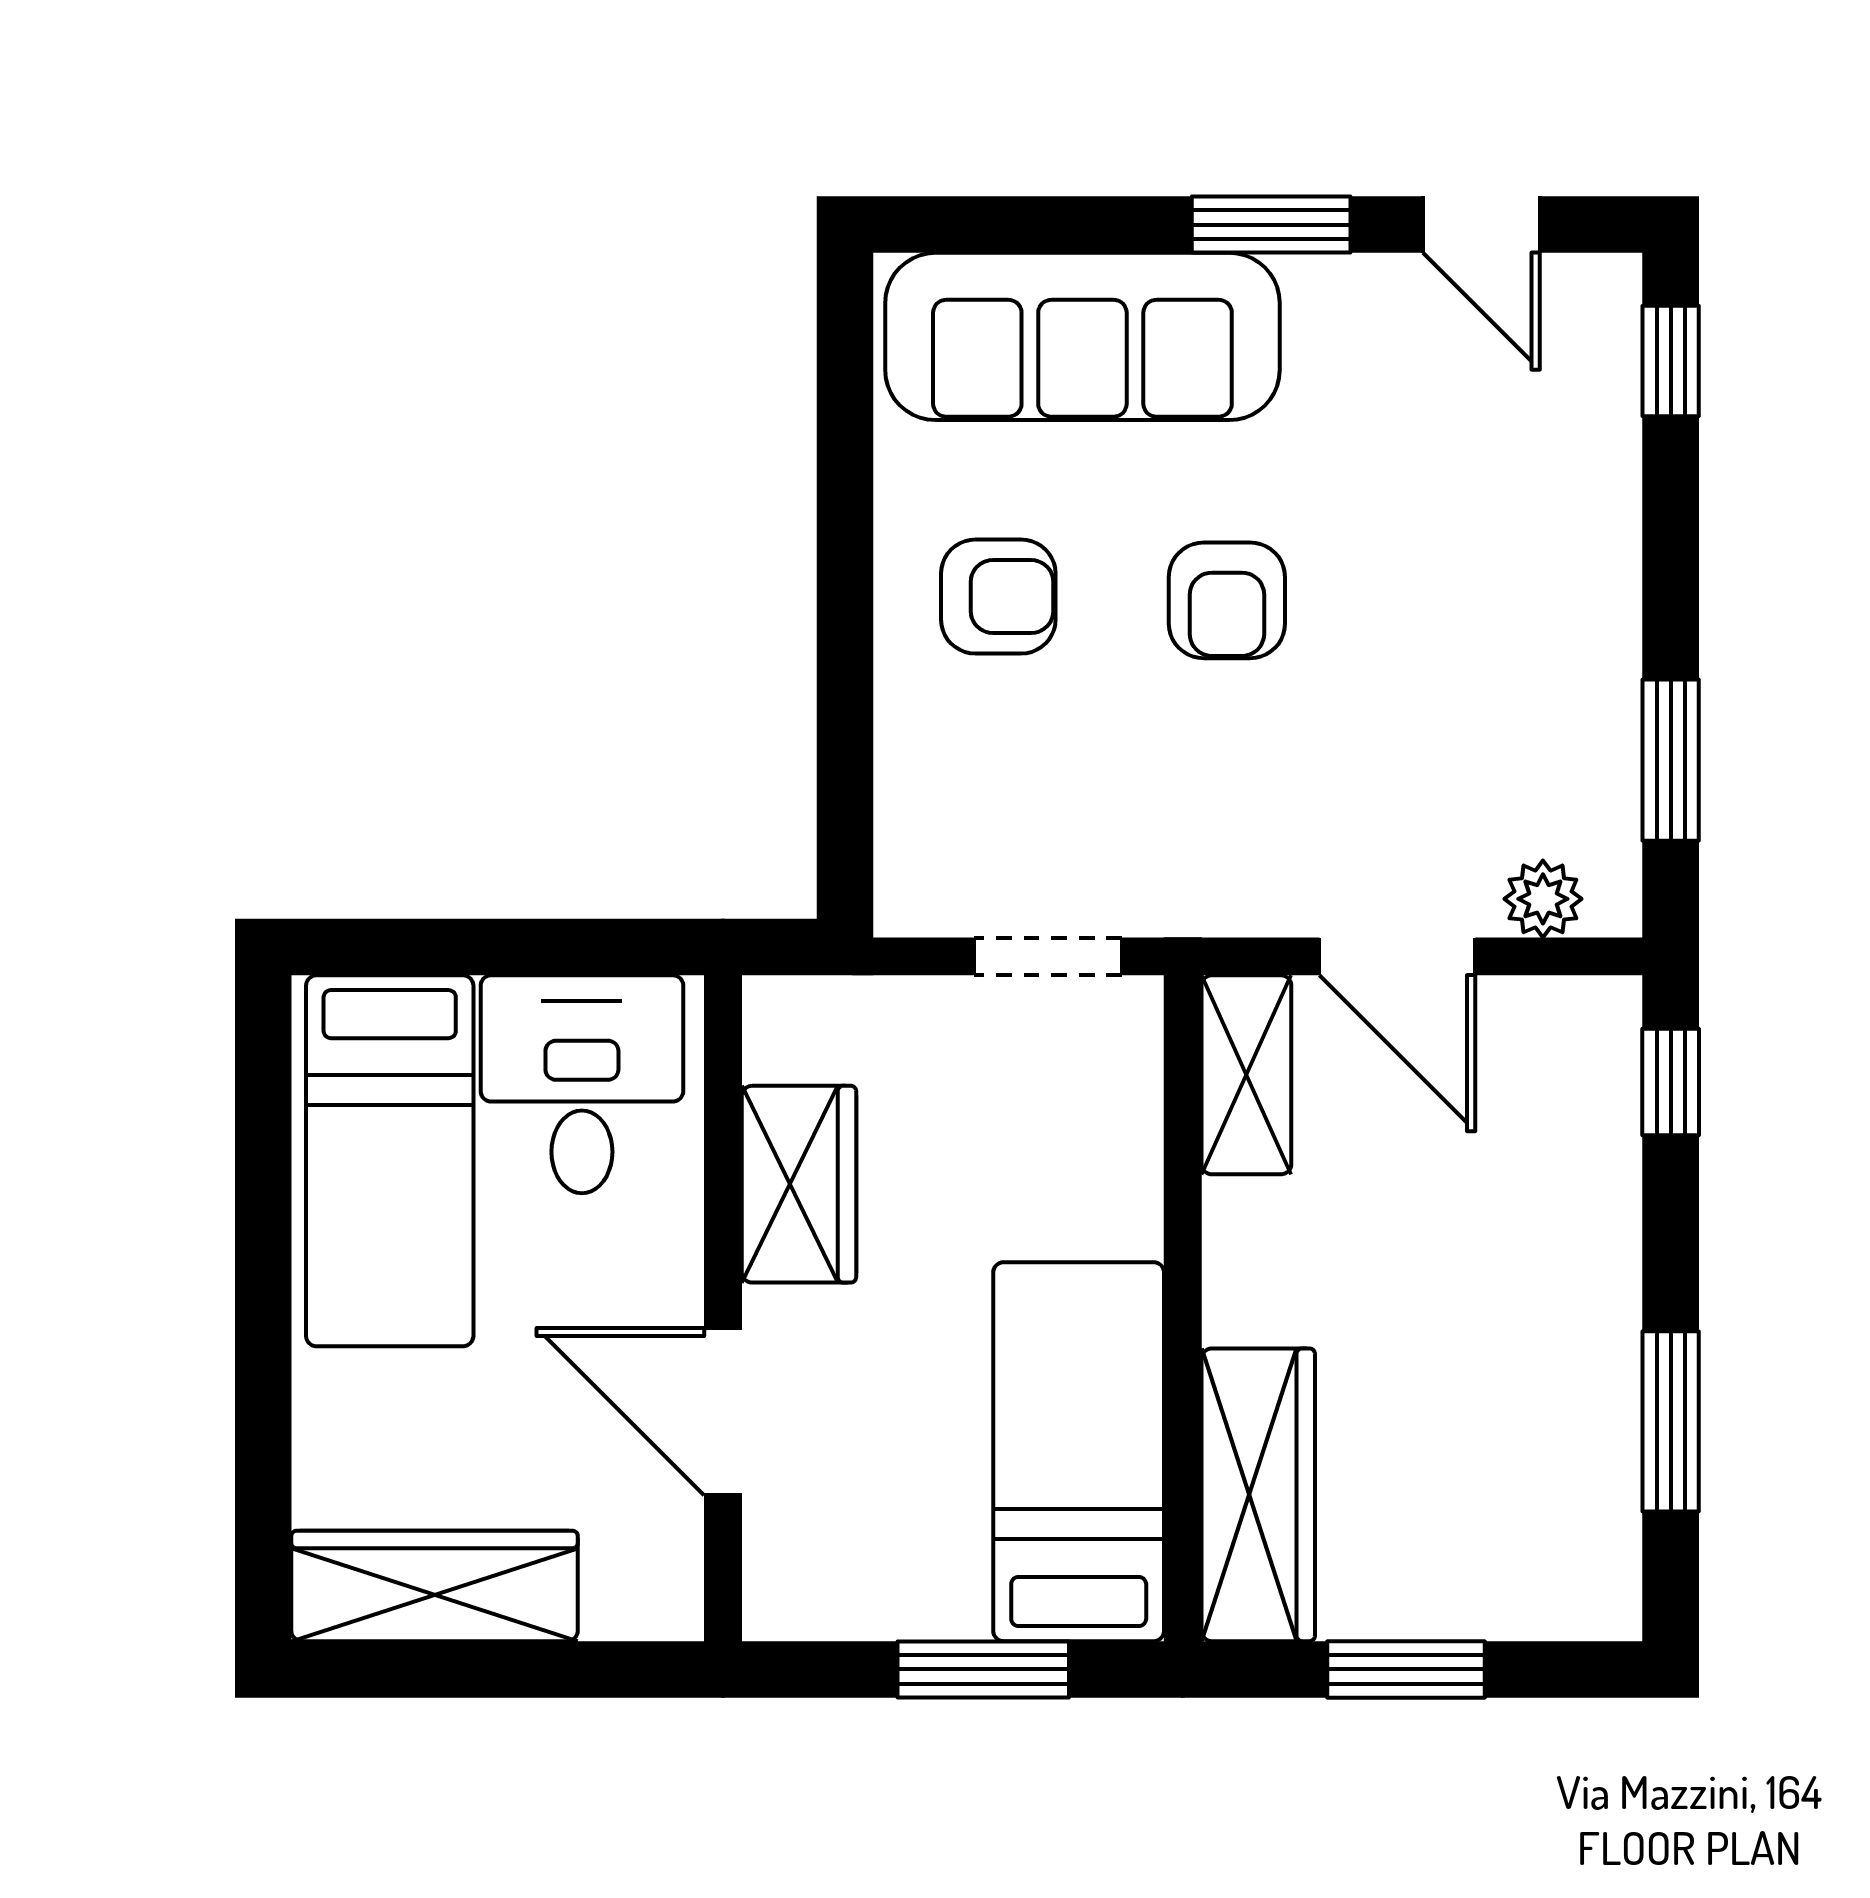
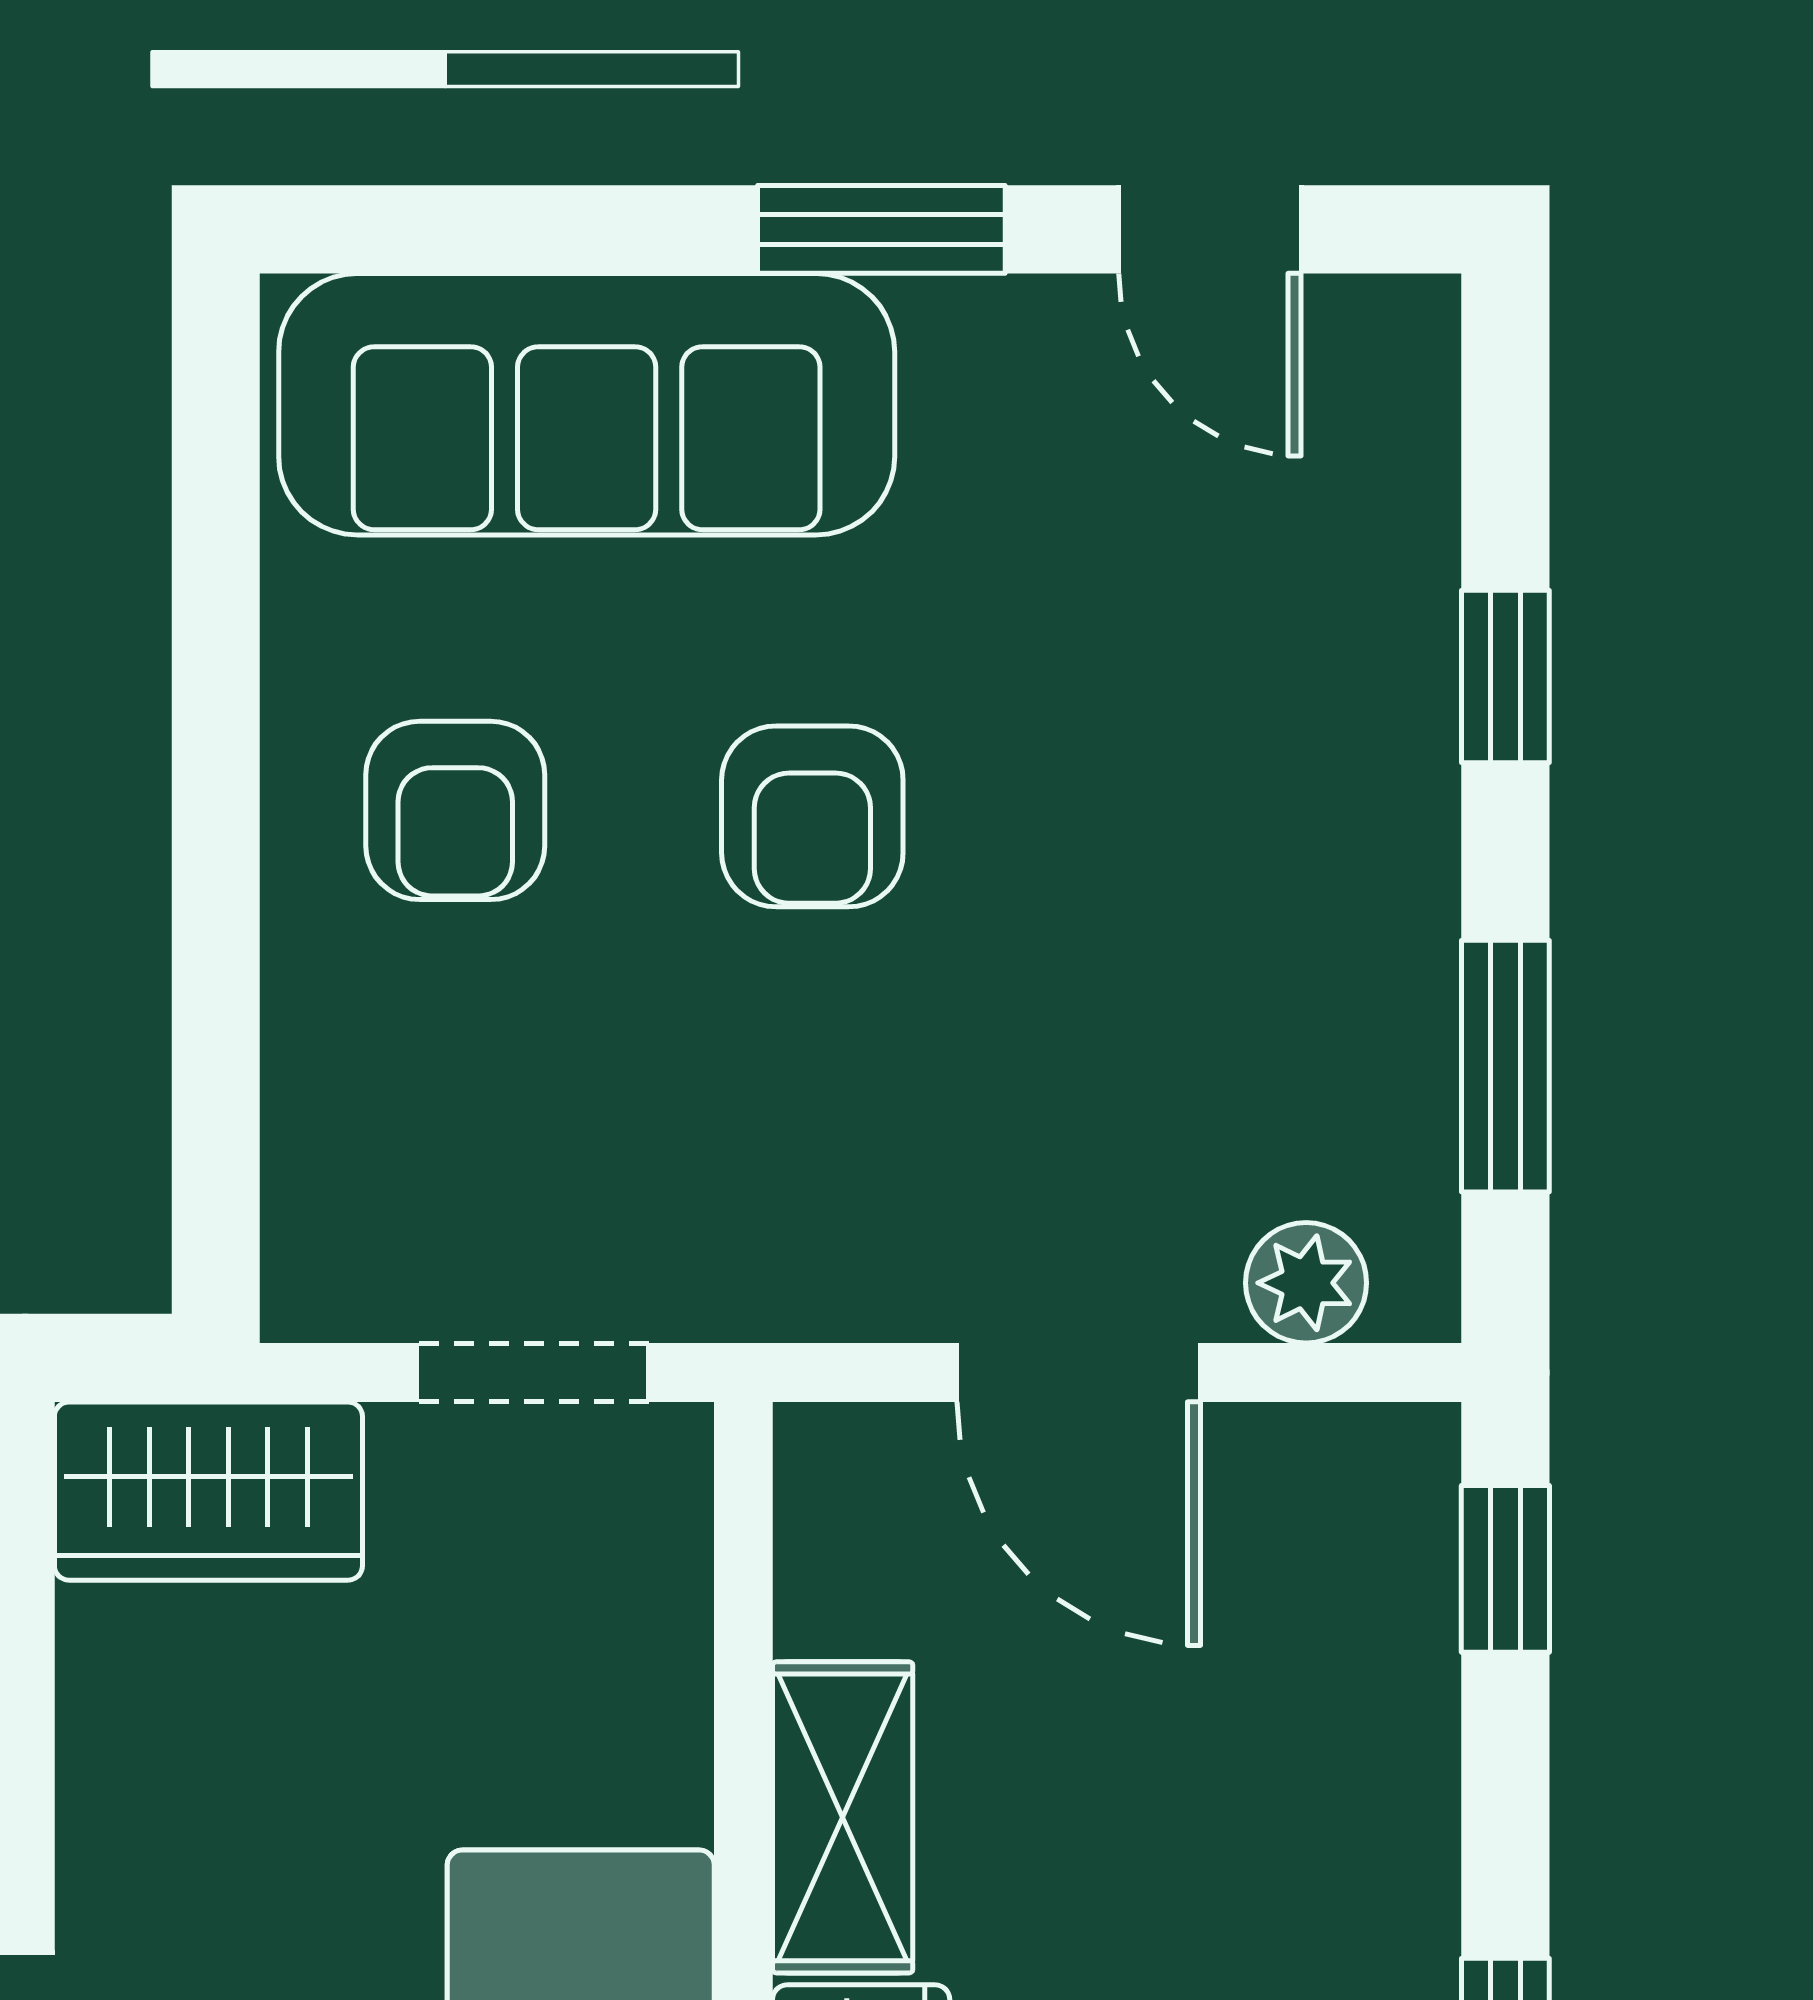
window: (1671, 361) -> (1505, 676), moved
armchair: (998, 597) -> (455, 810), turned 90
shelving: (1246, 1075) -> (843, 1817), moved
wardrobe: (799, 1184) -> (208, 1491), moved, turned 90

